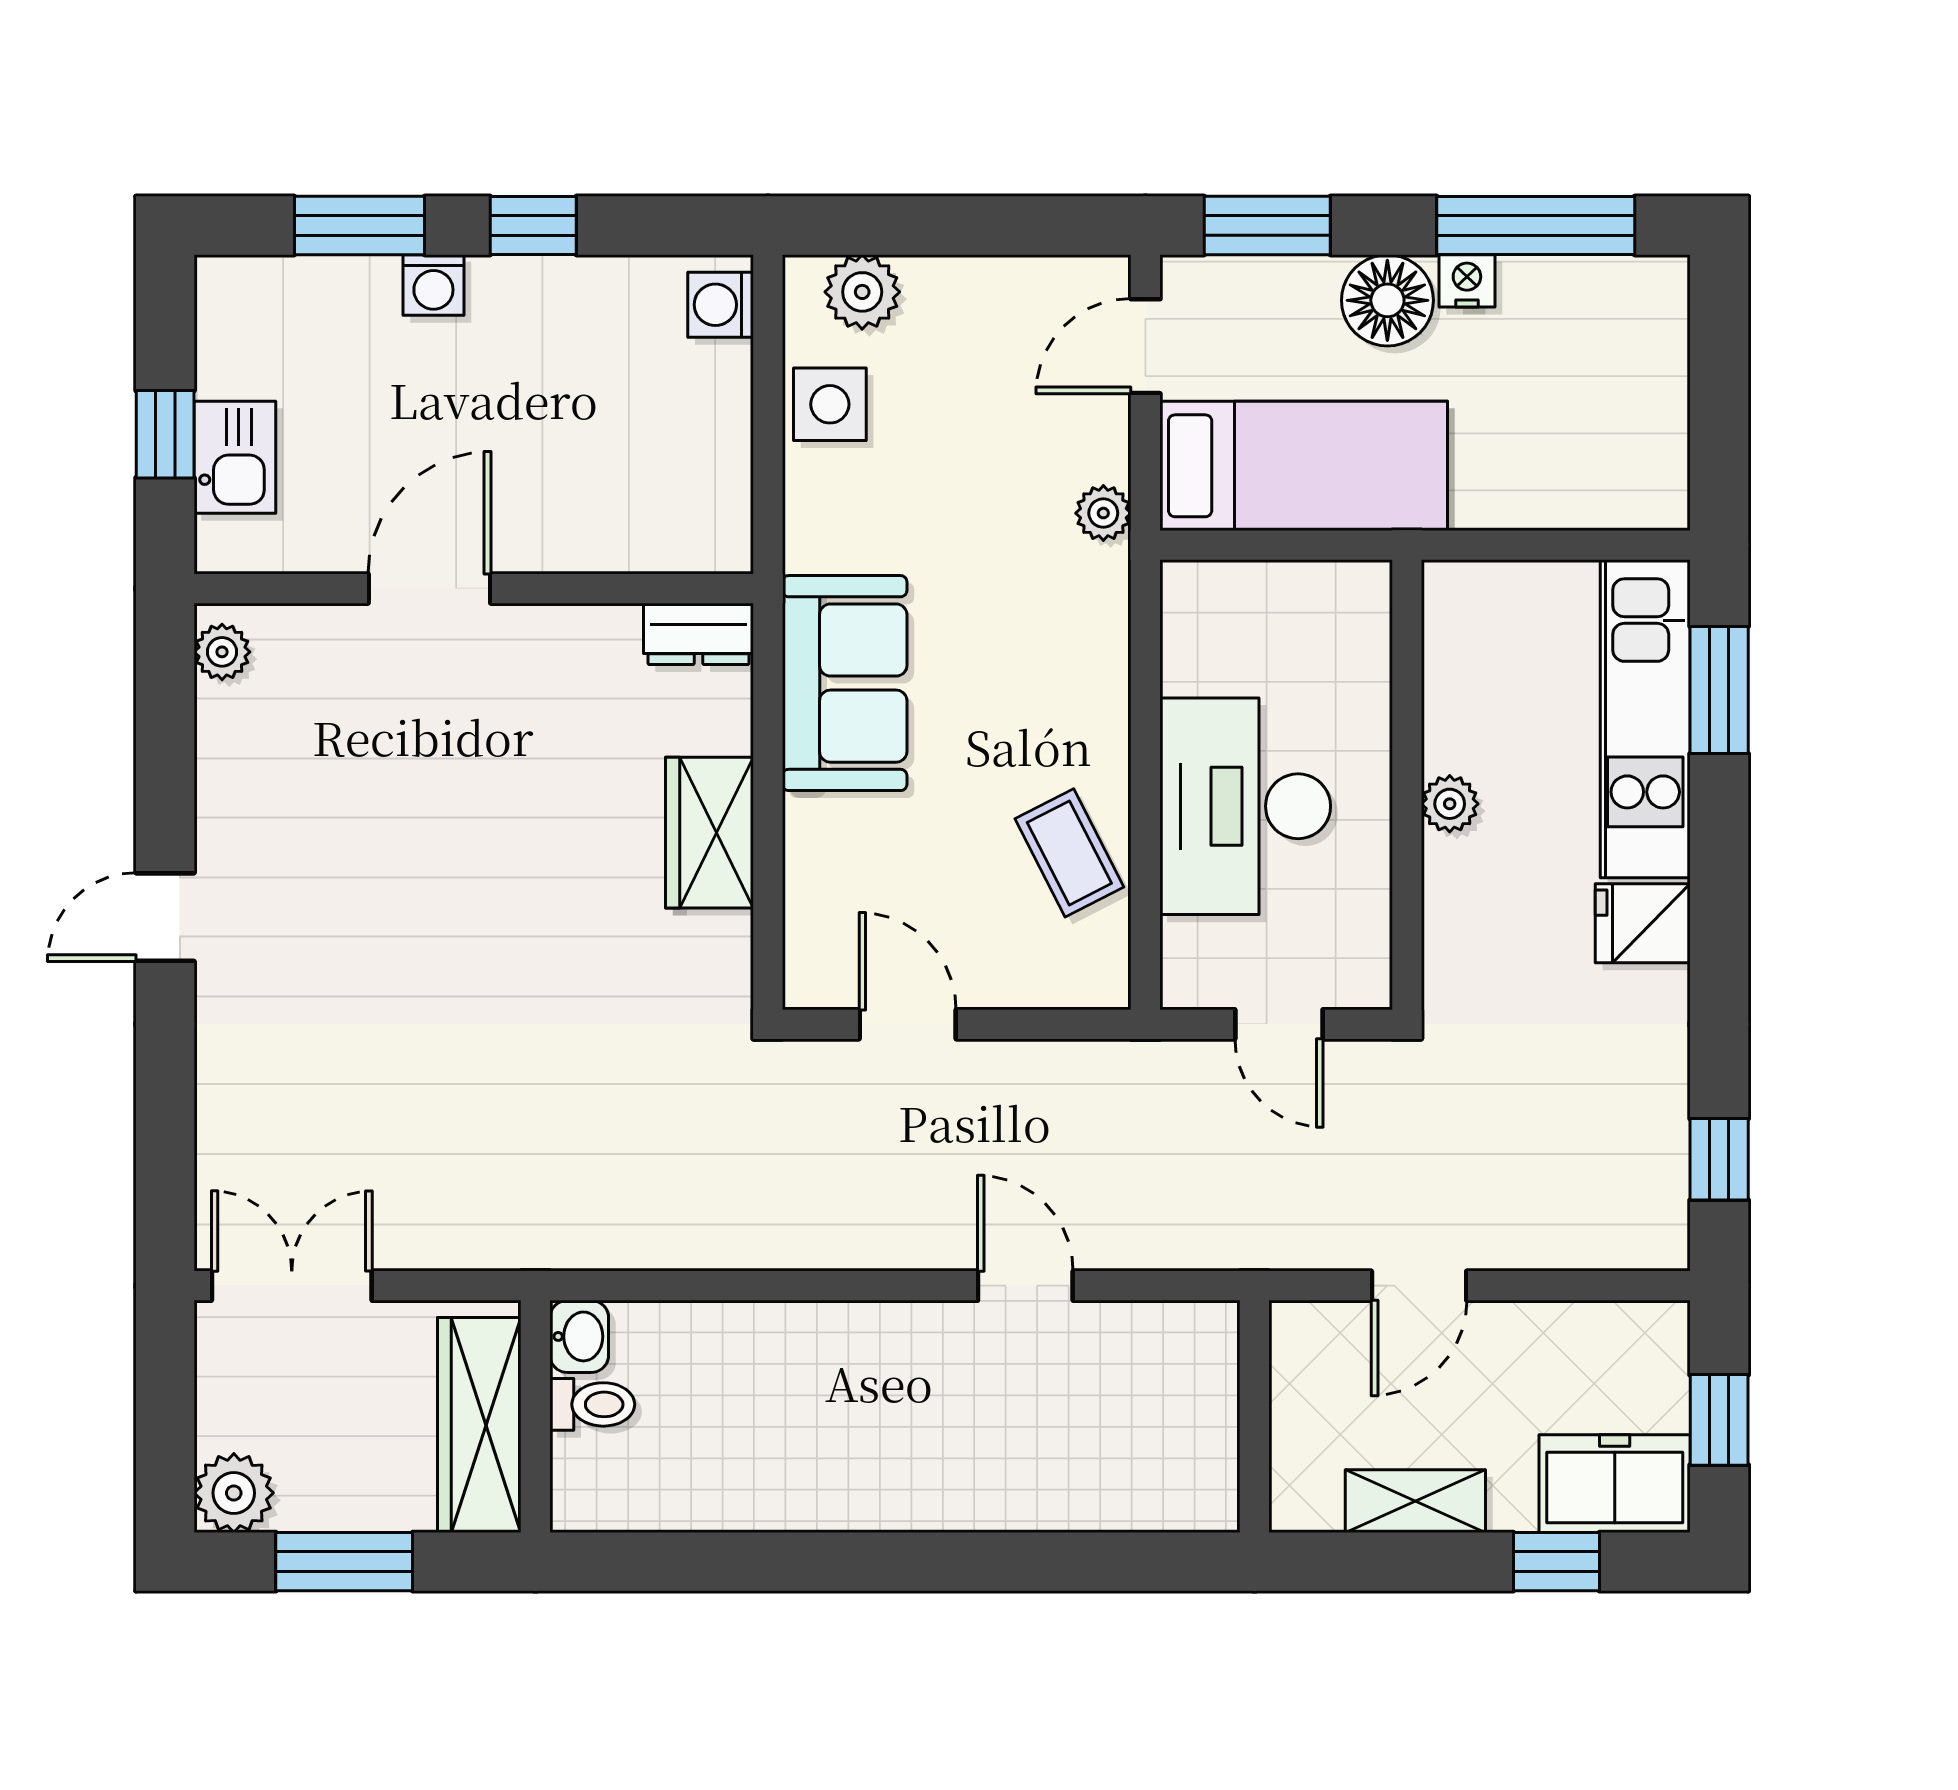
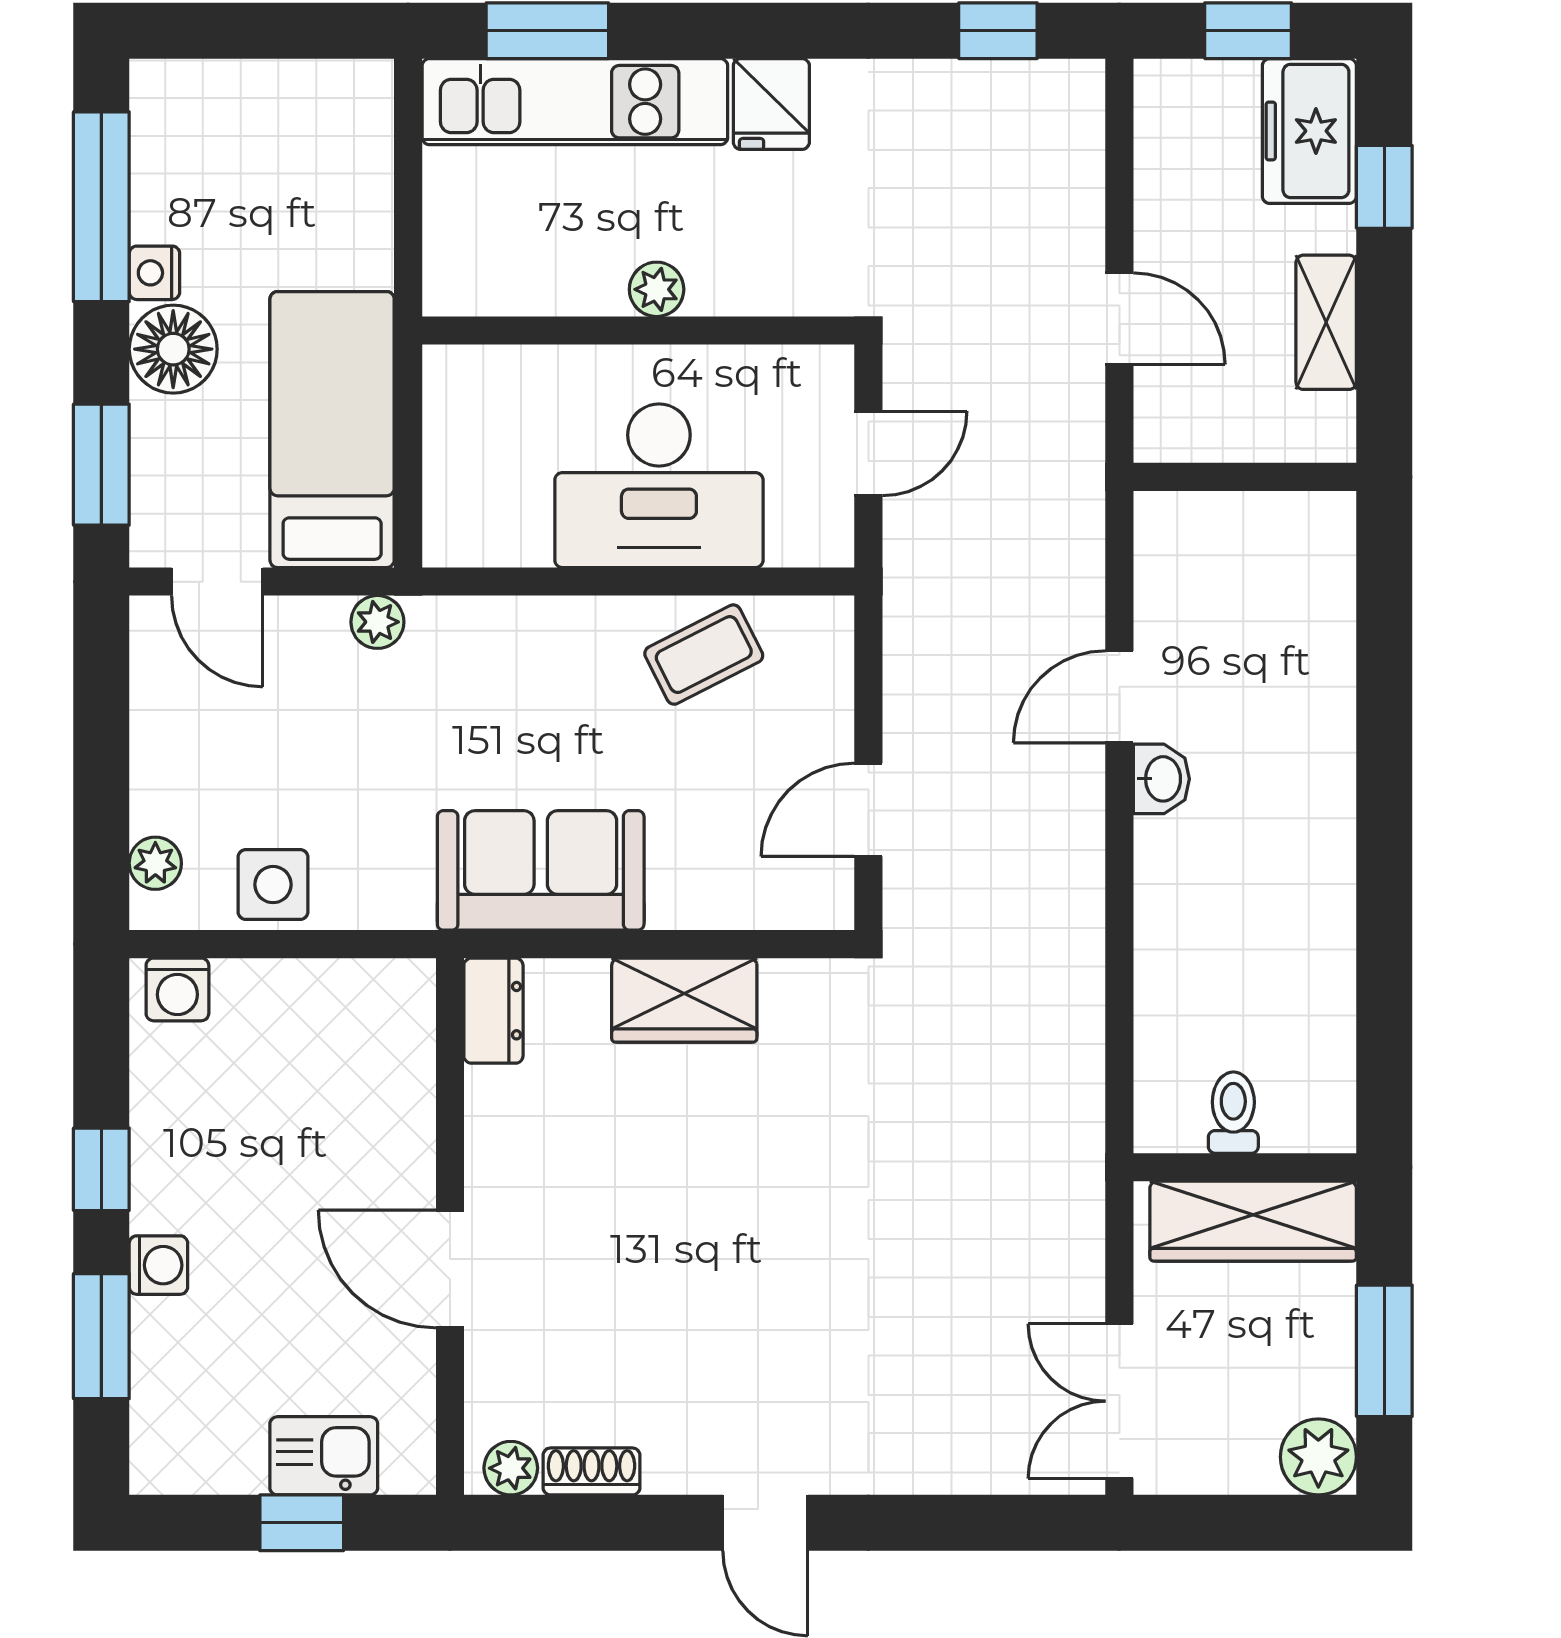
plant: (862, 292) -> (155, 863), width x0.73, depth x0.73
shoe rack: (219, 736) -> (591, 1471), added
washbasin: (579, 1336) -> (1161, 779), moved, turned 90

